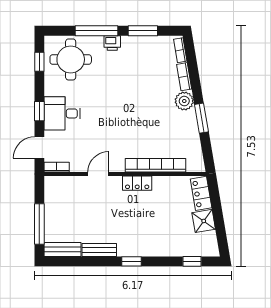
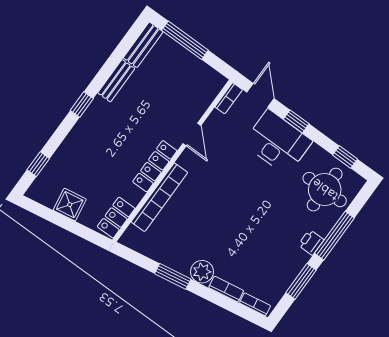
desk: (62, 113) -> (278, 142), width x1.37
locker: (137, 183) -> (155, 166), width x1.53
locker: (201, 193) -> (116, 218), moved, turned -80

